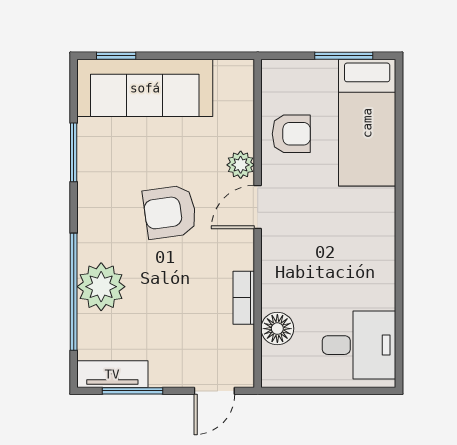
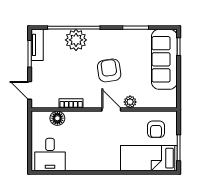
armchair: (291, 134) -> (156, 129), moved

